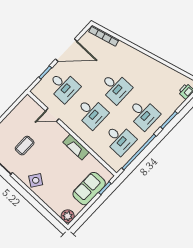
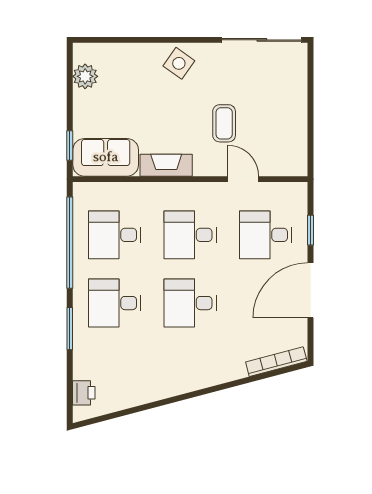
door: (52, 115) -> (243, 179), hinge flipped
coffee table: (25, 146) -> (224, 123), moved
sofa: (89, 189) -> (106, 157), moved, turned -90
plant: (68, 216) -> (85, 76), moved

